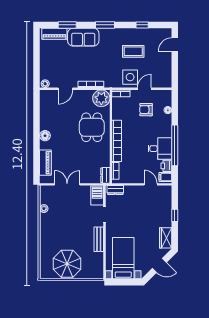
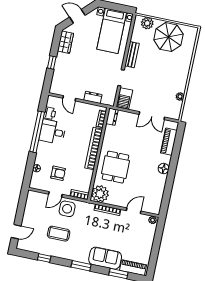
filing cabinet: (165, 177) -> (53, 102), removed
dresser: (115, 190) -> (93, 97), moved
plant: (90, 273) -> (147, 23), added

